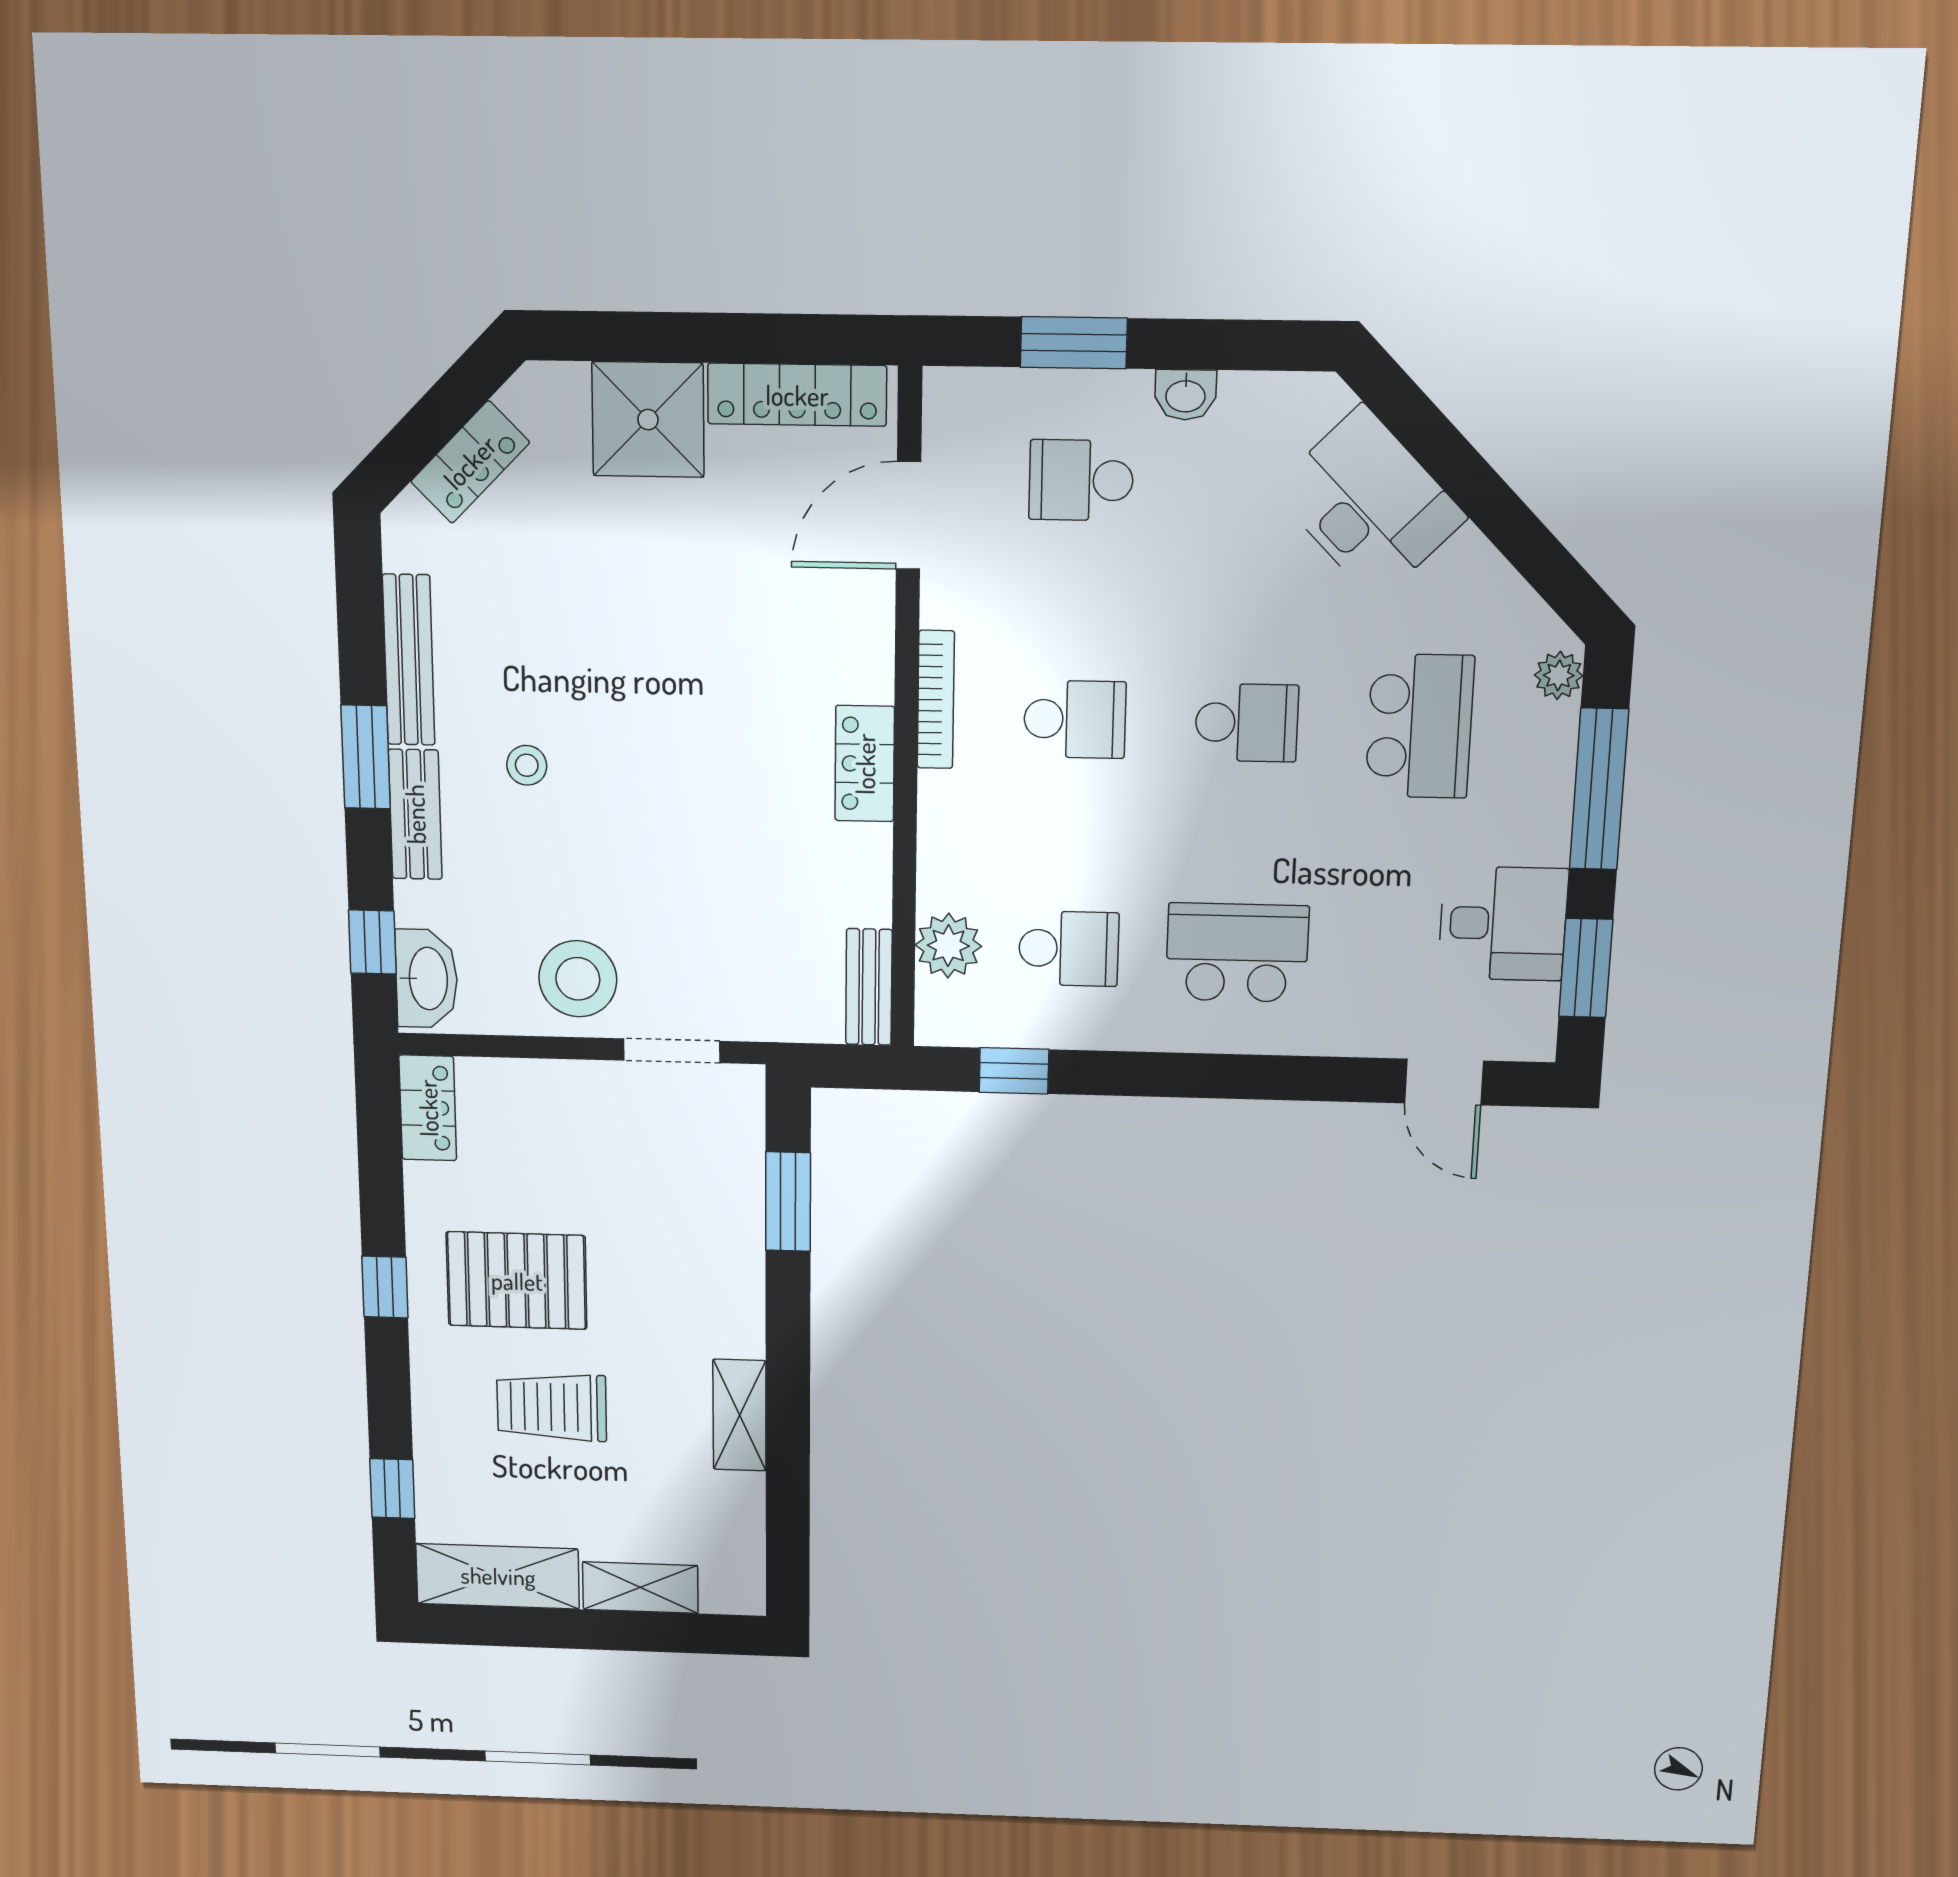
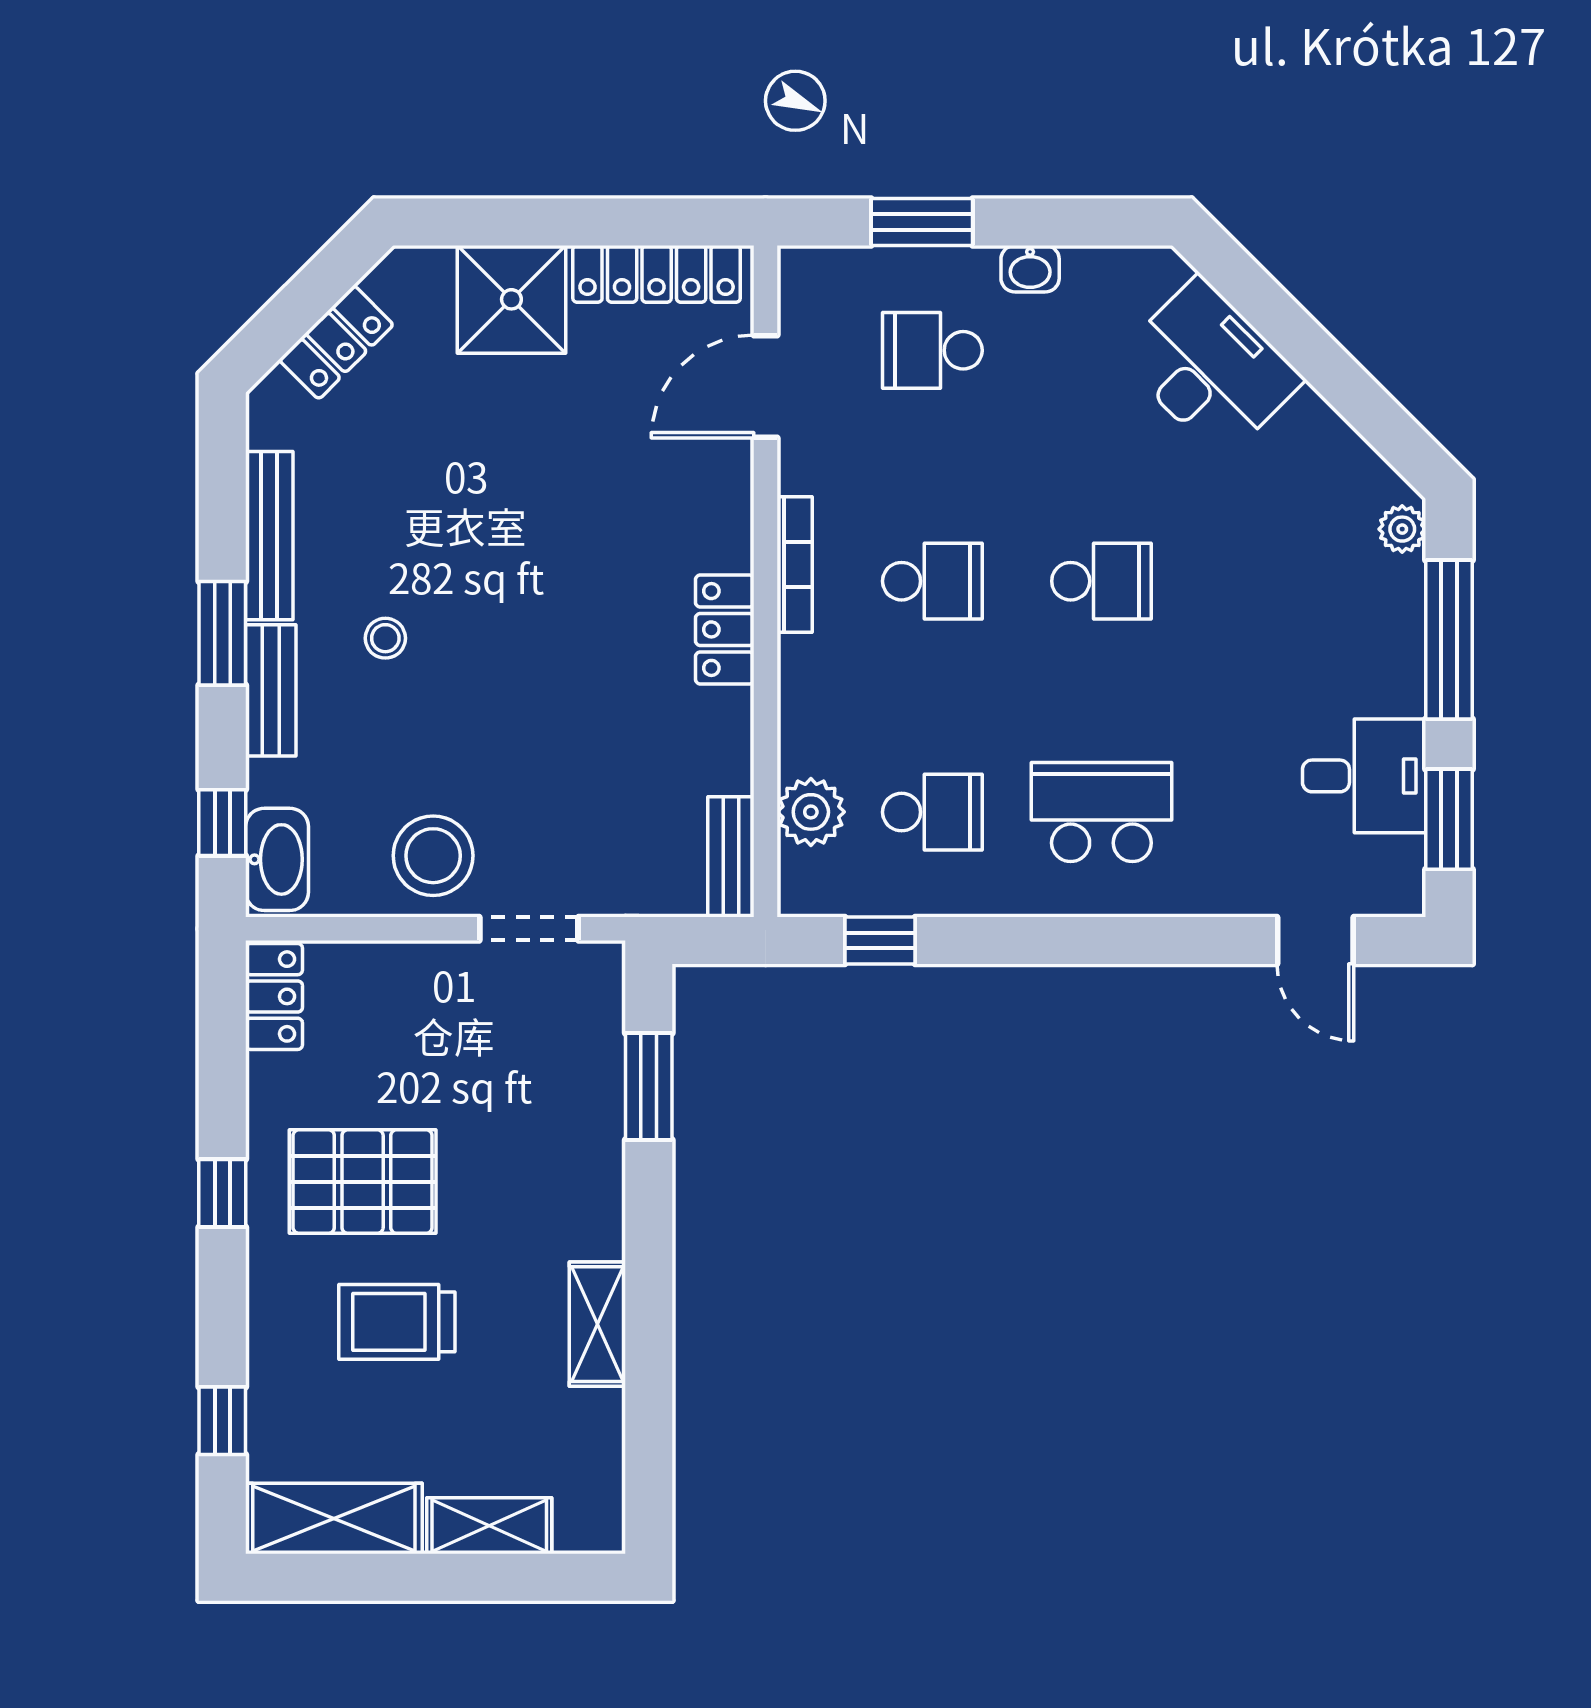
school desk: (1420, 726) -> (1271, 581), removed

